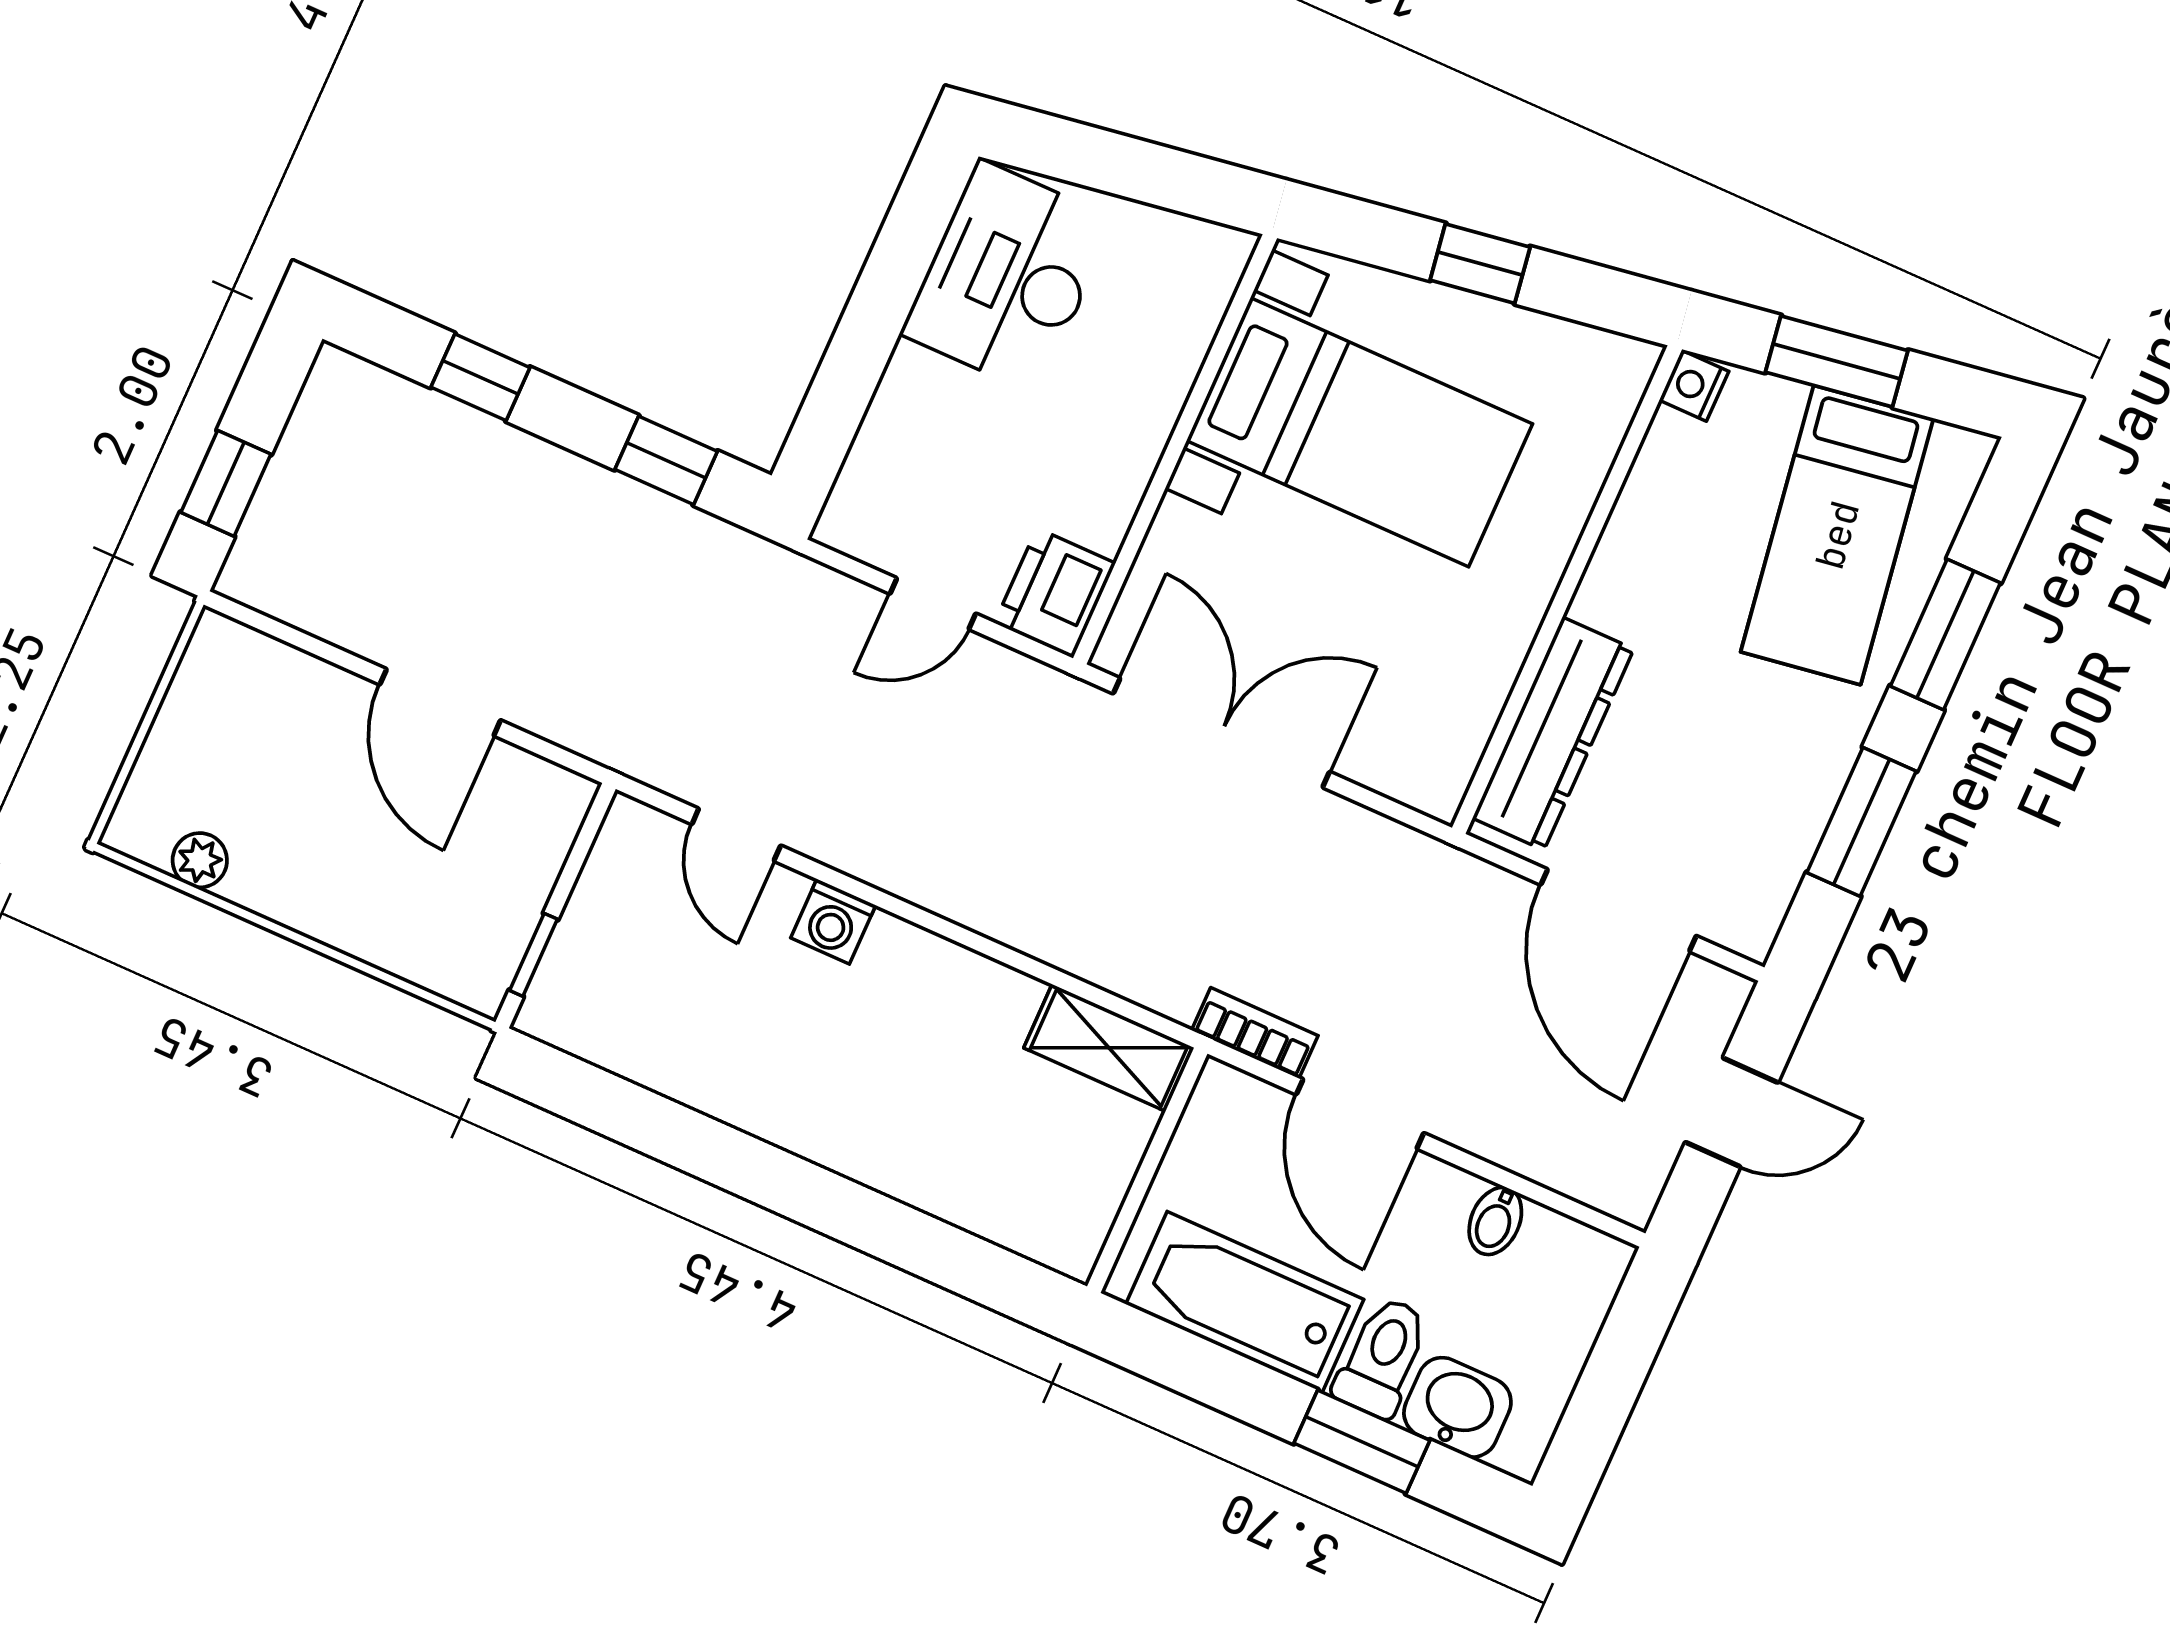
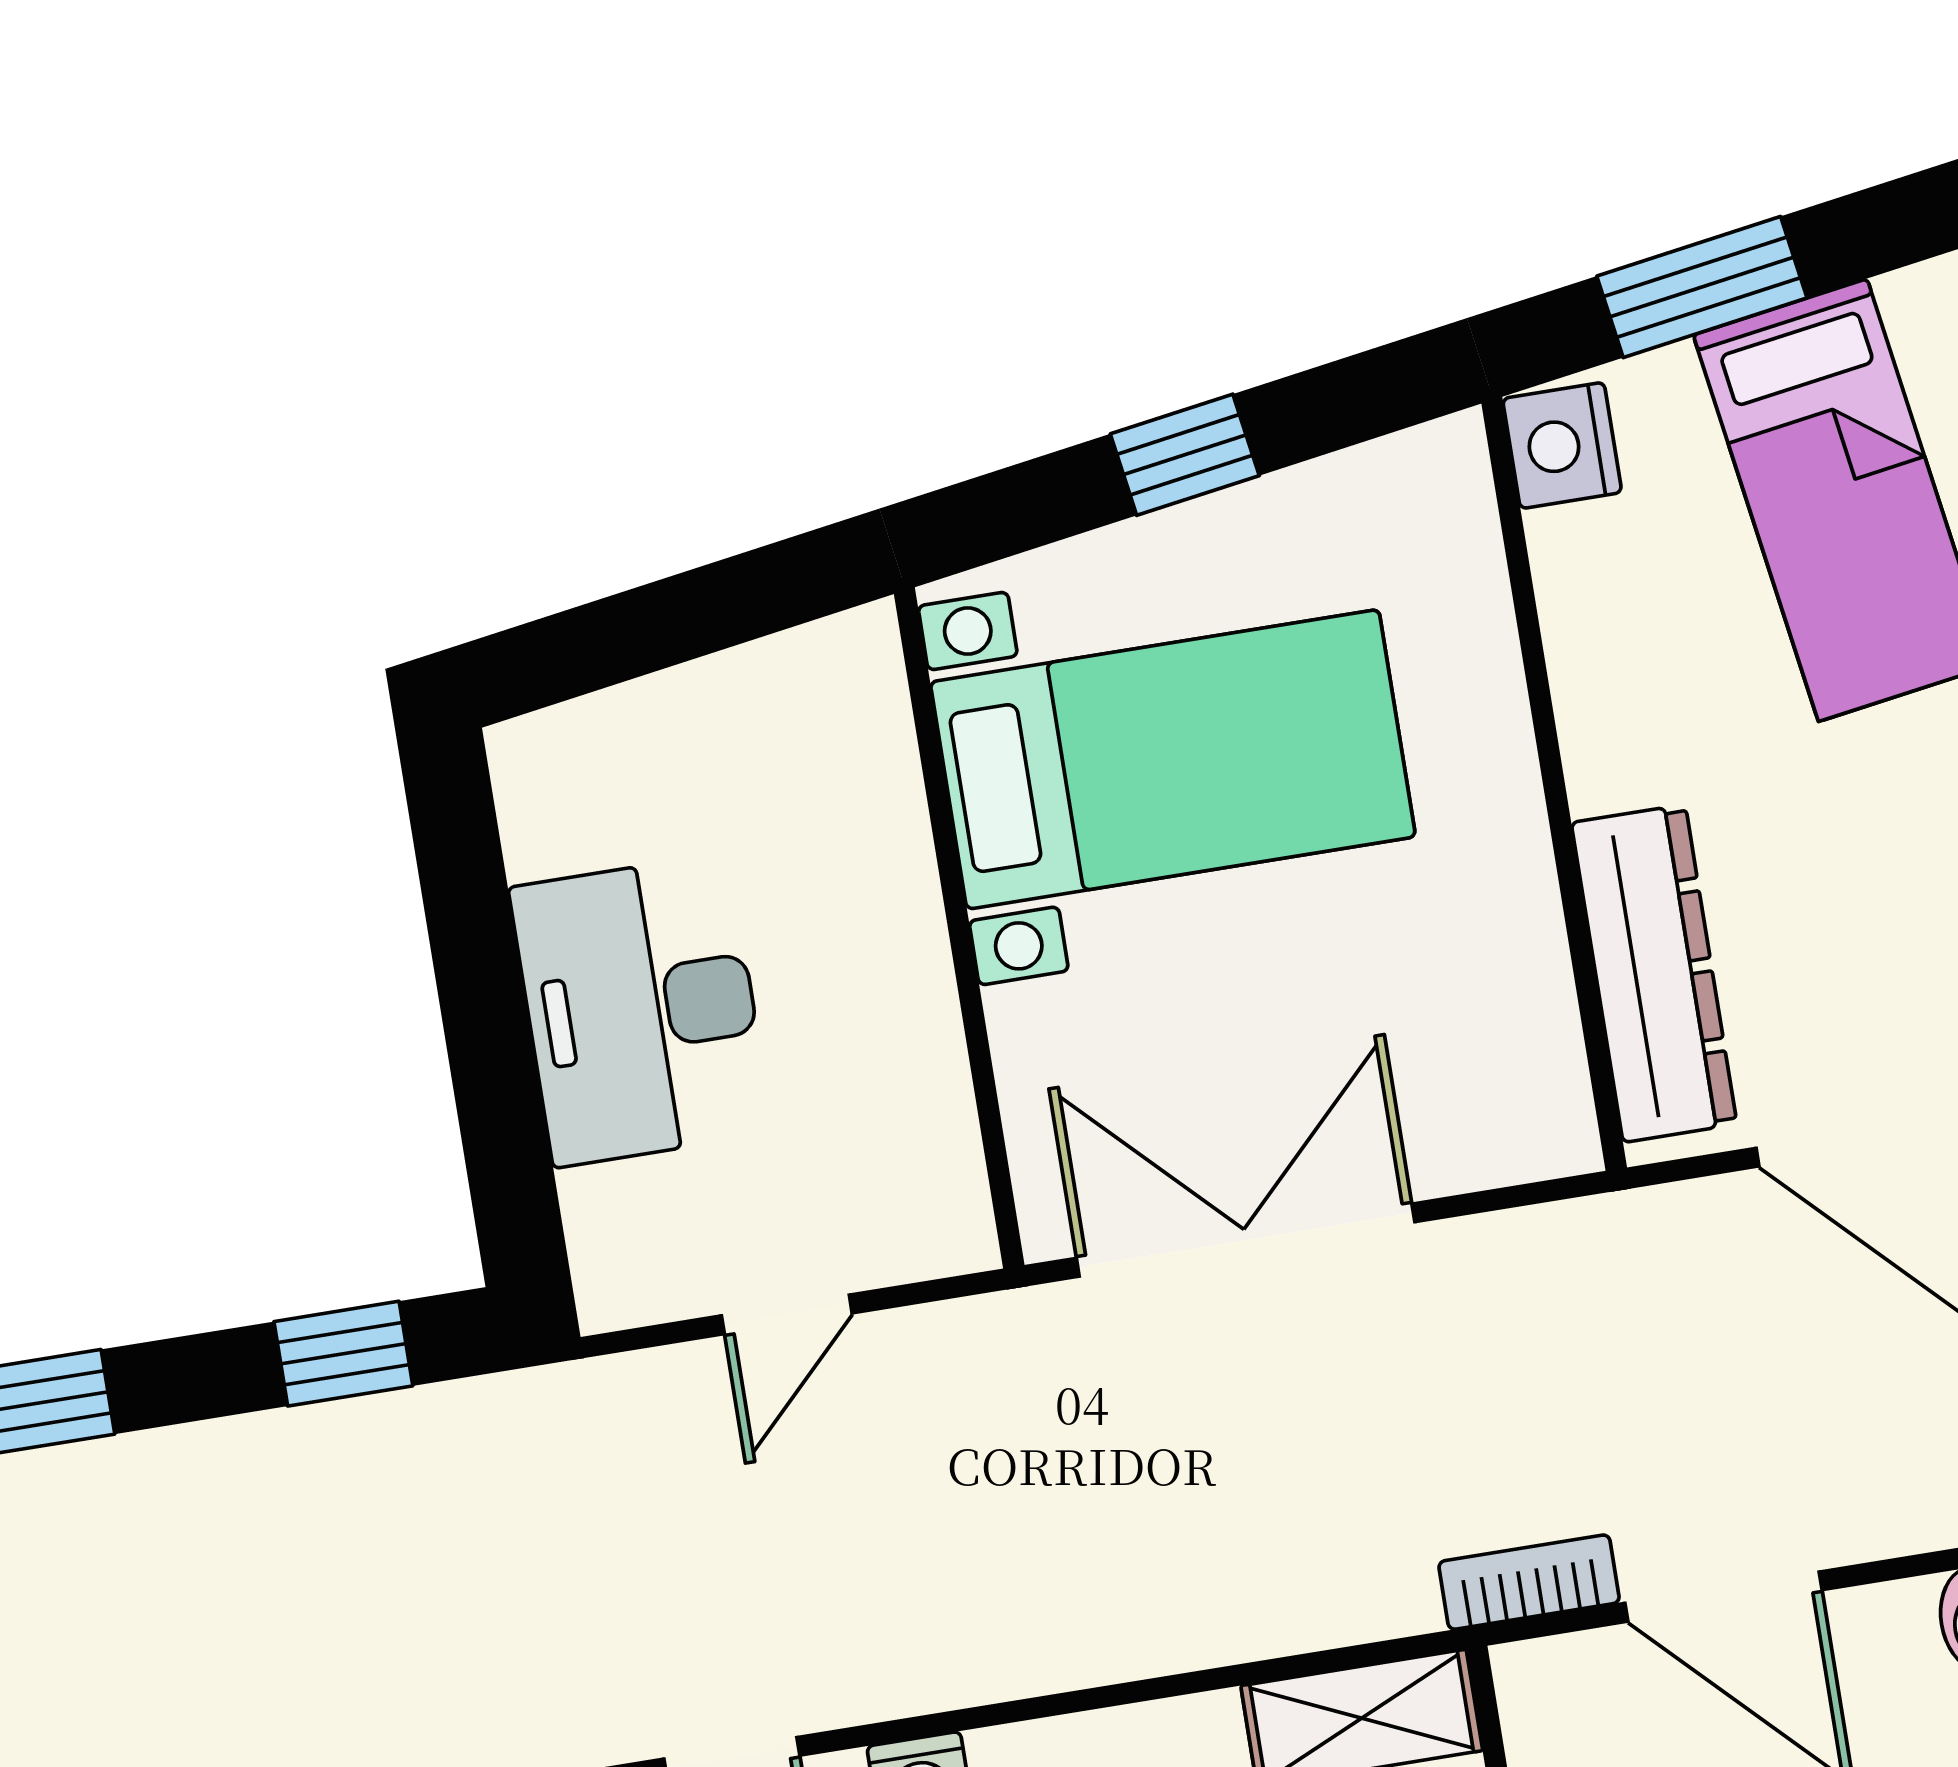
desk: (1008, 277) -> (641, 1010), moved
nightstand: (1694, 386) -> (1562, 445), width x1.39, depth x1.35
printer: (1055, 593) -> (928, 1203), removed

